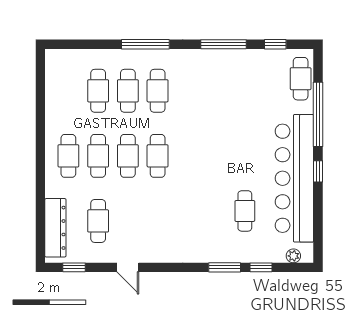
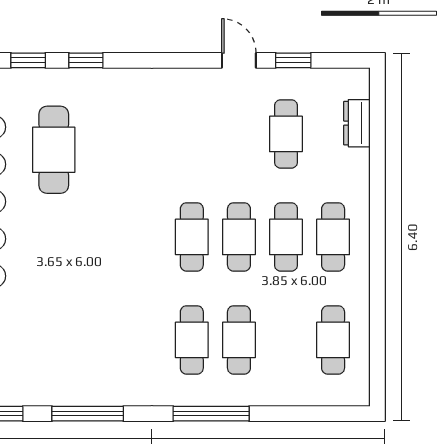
cafe table: (98, 91) -> (333, 340), moved
cafe table: (245, 211) -> (54, 150), width x1.37, depth x1.35
dresser: (55, 228) -> (357, 123), width x0.51, depth x0.80
window: (74, 267) -> (293, 60), moved
window: (225, 267) -> (86, 60), width x0.67

